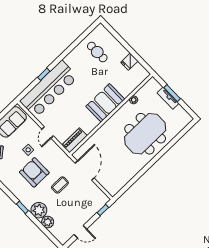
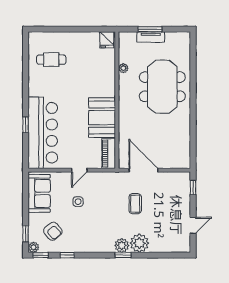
fridge: (129, 62) -> (107, 40), moved
booth: (105, 103) -> (102, 118), moved
door: (48, 132) -> (79, 170), hinge flipped
armchair: (34, 172) -> (103, 215), removed
plant: (48, 222) -> (122, 245), moved

